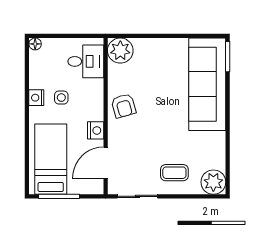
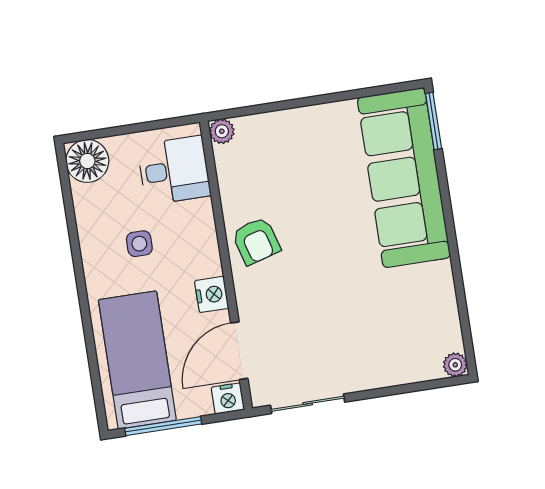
floor lamp: (35, 44) -> (87, 161), width x1.89, depth x1.89
plant: (120, 51) -> (222, 131), width x0.53, depth x0.53
nightstand: (36, 98) -> (228, 398), moved, turned -90
coffee table: (174, 173) -> (369, 350), removed
plant: (213, 182) -> (455, 365), width x0.53, depth x0.53

